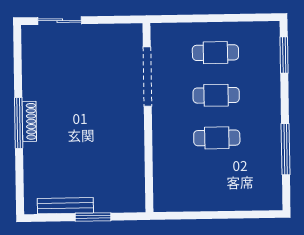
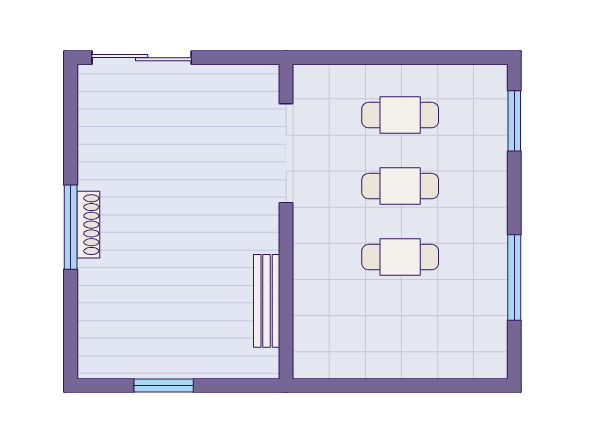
sliding door: (60, 21) -> (142, 58), width x1.37
bench: (65, 206) -> (267, 301), moved, turned 90
window: (93, 217) -> (164, 386), moved

